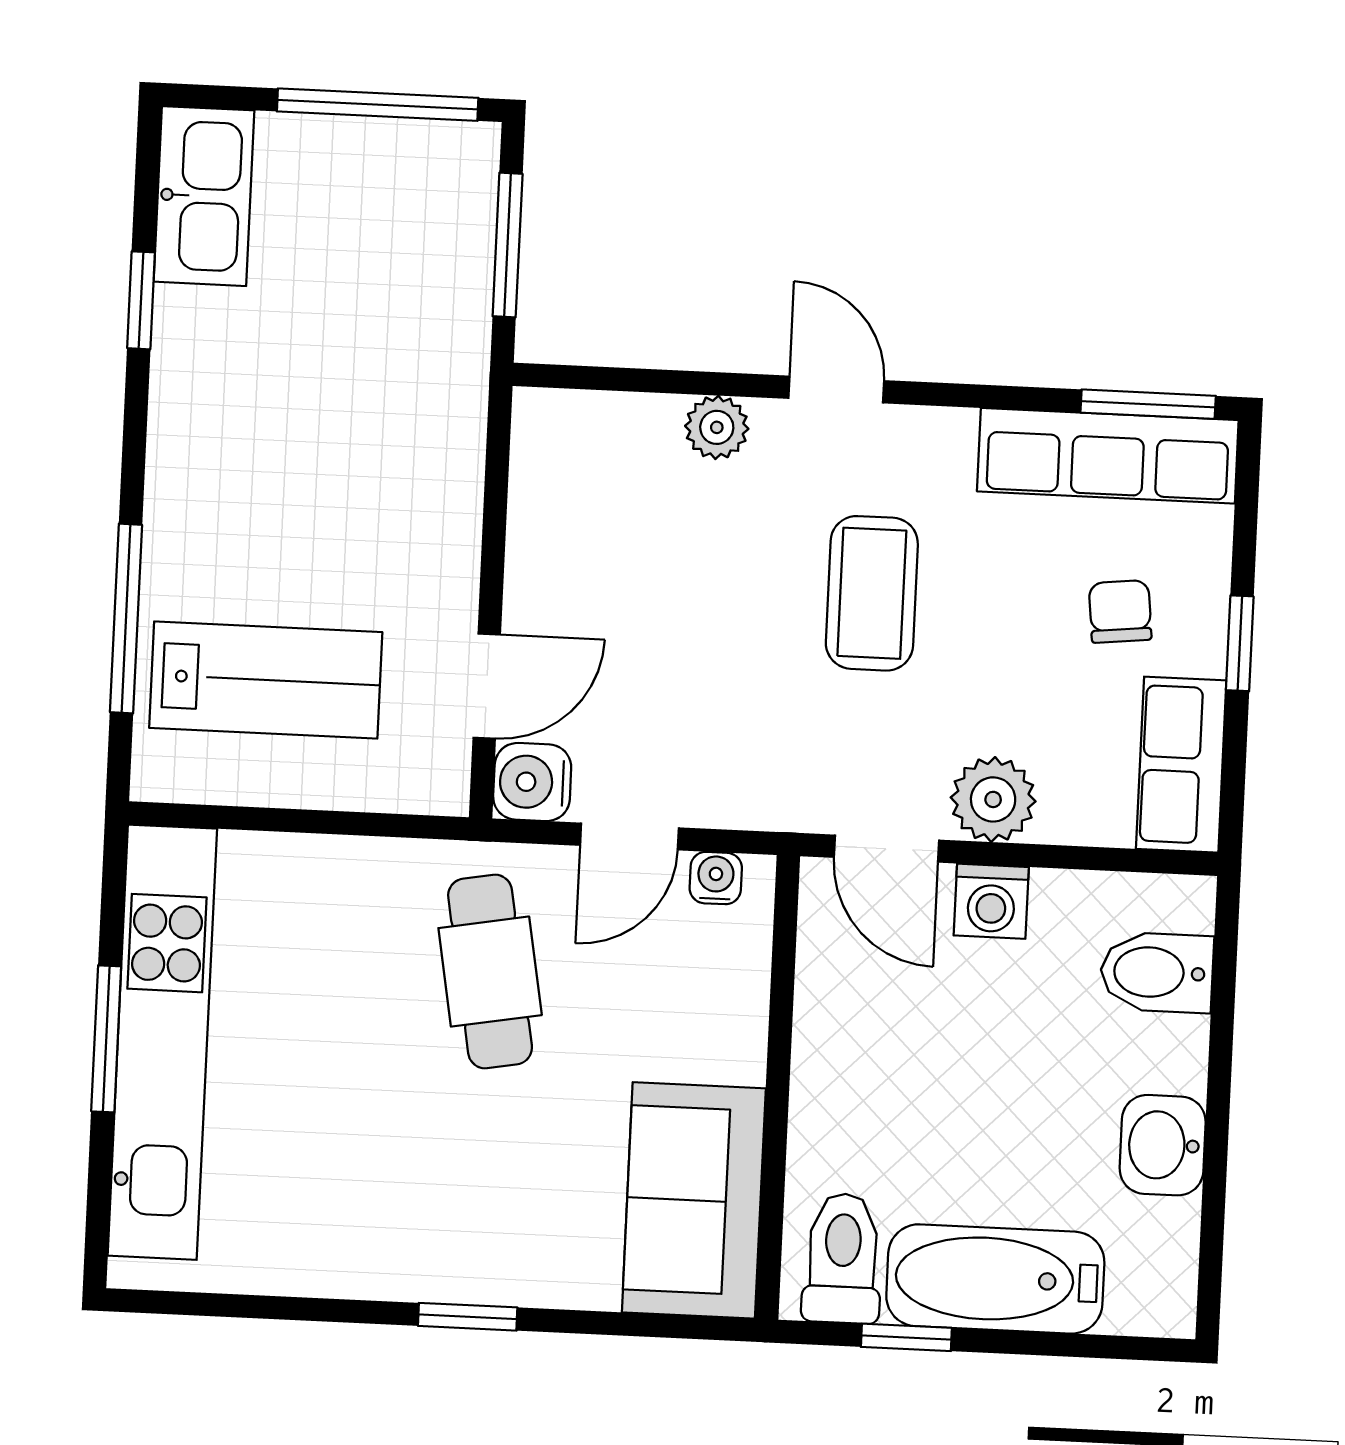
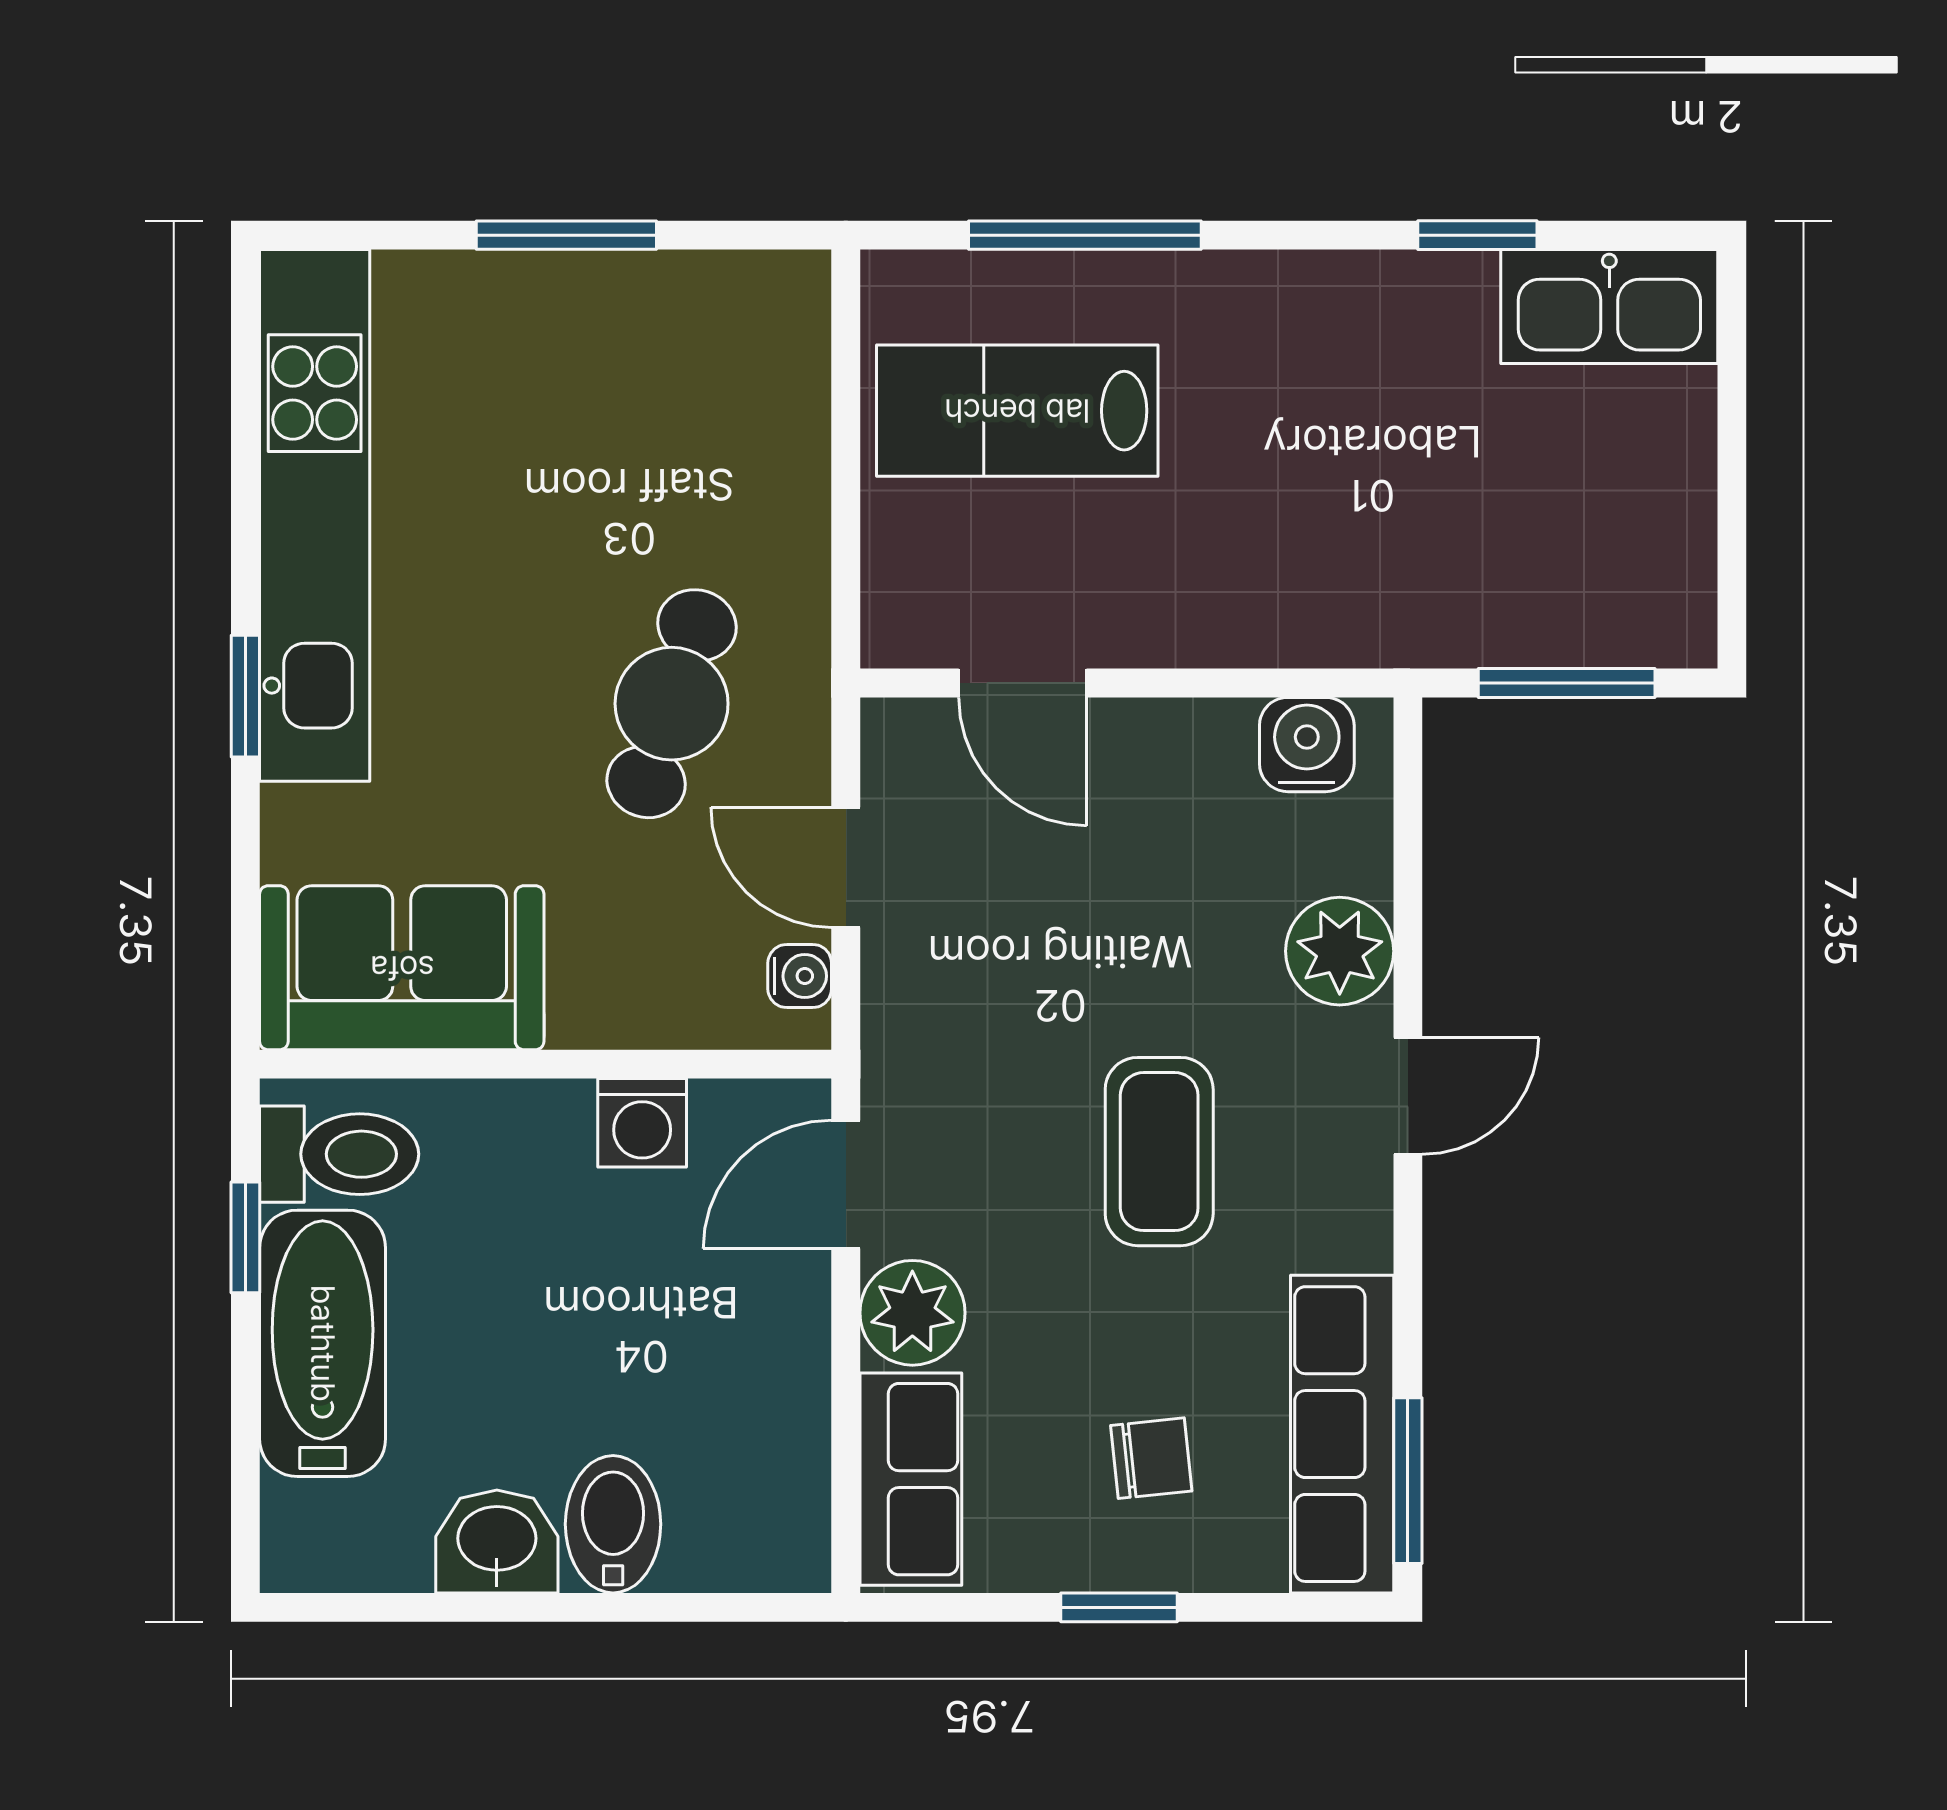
window: (378, 105) -> (1732, 515), removed
plant: (717, 427) -> (1340, 951), width x1.38, depth x1.38
coffee table: (872, 593) -> (1159, 1152), turned 90
lab bench: (266, 680) -> (1017, 411), turned 90
row of seats: (1181, 765) -> (911, 1479), moved, turned 90
water cooler: (532, 782) -> (1307, 745), moved
washing machine: (991, 901) -> (642, 1123), moved, turned -90
cafe table: (490, 972) -> (672, 704), turned -62
bidet: (1157, 972) -> (613, 1524), moved
kitchen unit: (162, 1042) -> (315, 515), moved, turned -90

